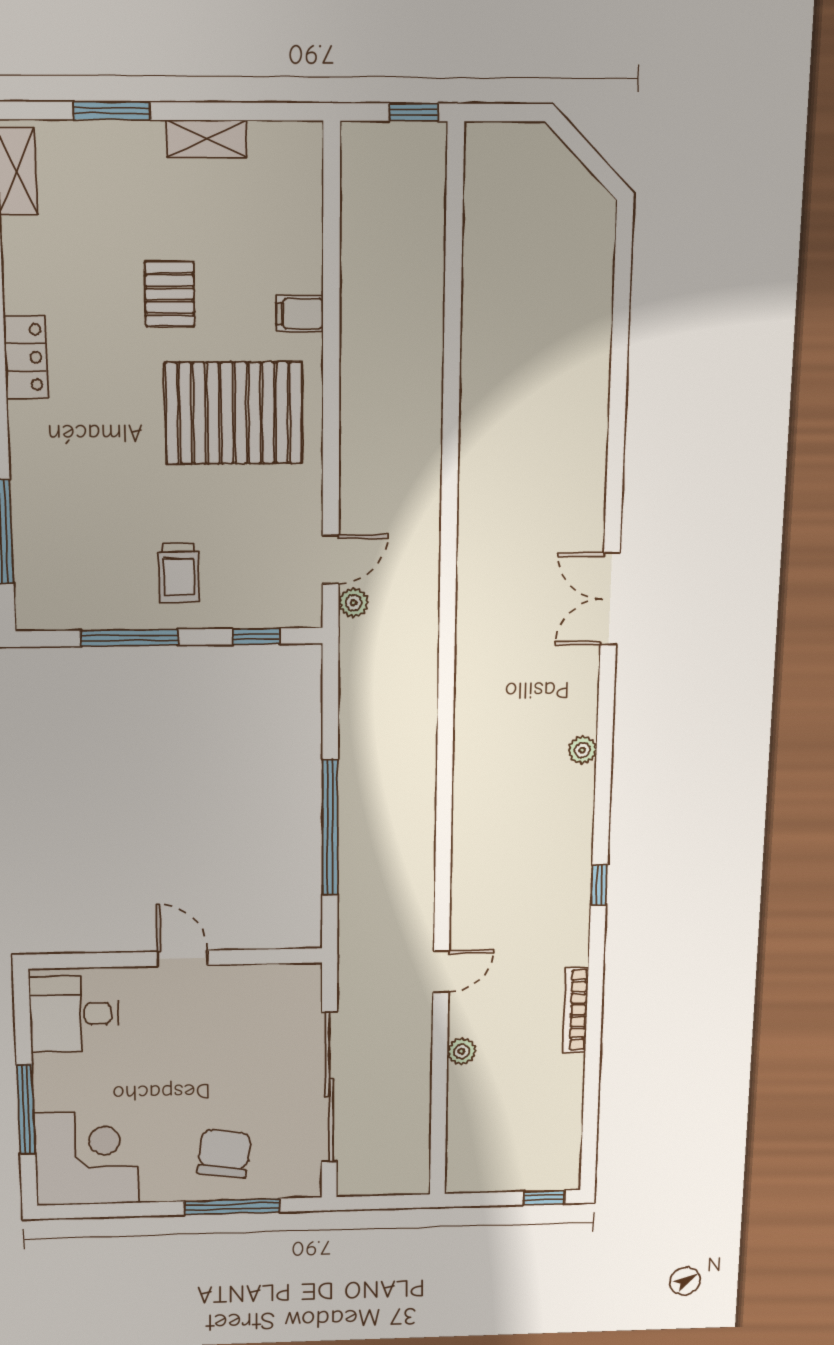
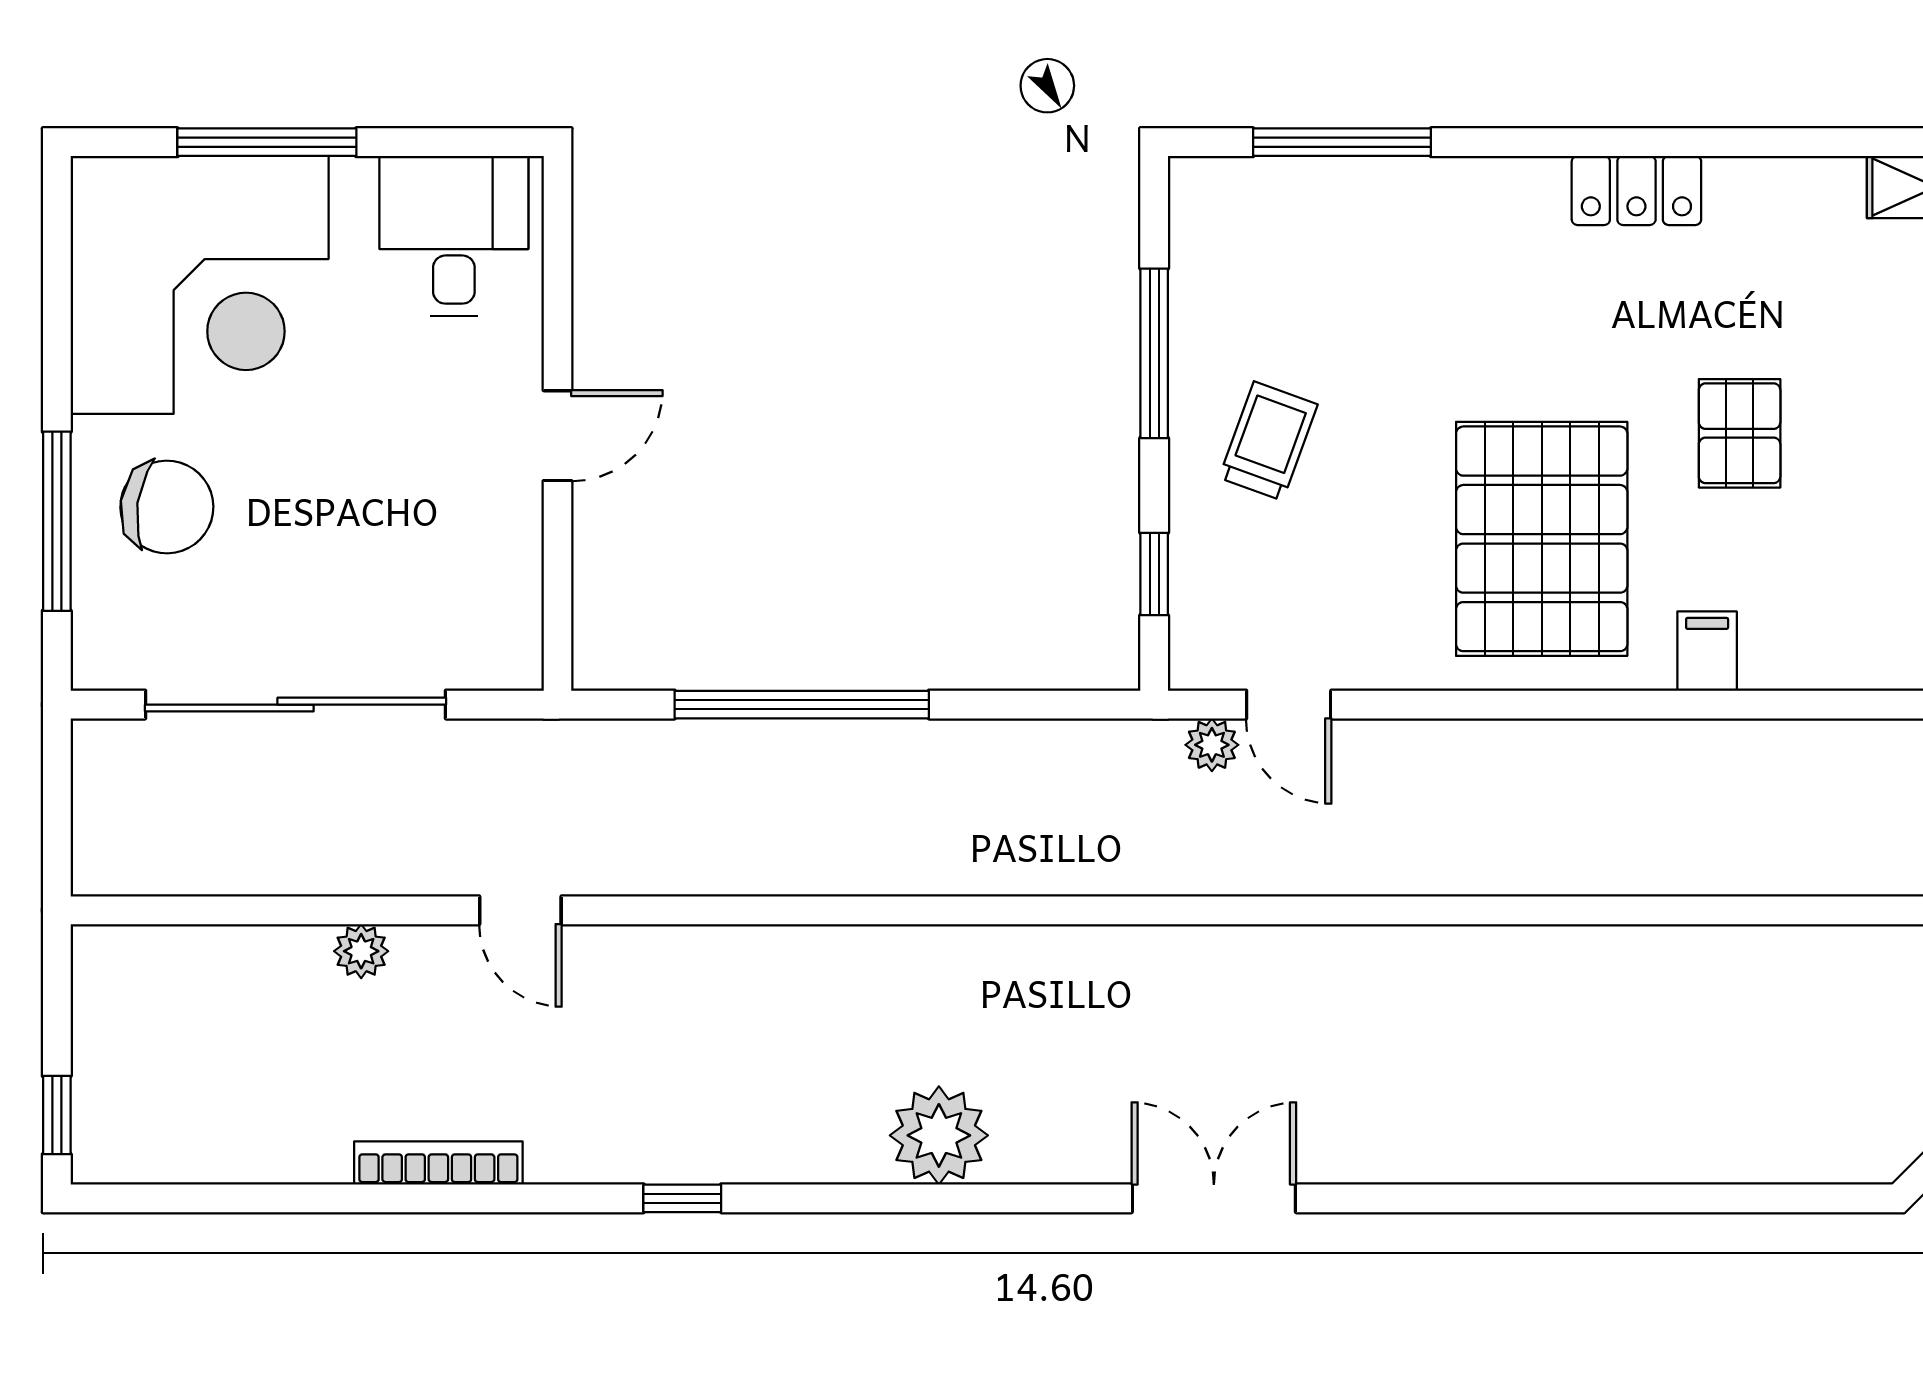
pallet: (170, 294) -> (1740, 433), turned 90
trolley: (179, 573) -> (1268, 441), turned 110
plant: (582, 750) -> (939, 1135), width x1.87, depth x1.87
corner desk: (87, 1158) -> (200, 285), width x1.36, depth x1.36

